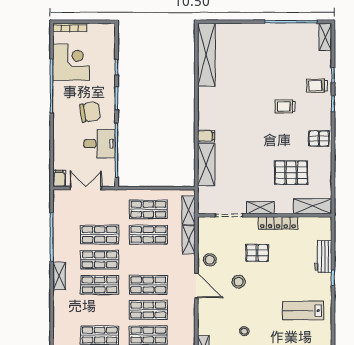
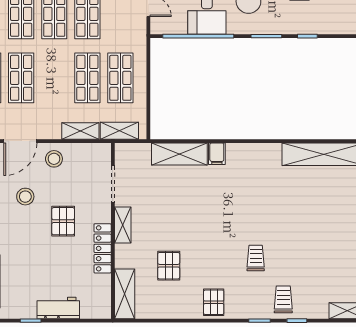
pallet: (291, 173) -> (169, 266), width x0.67, depth x0.71

